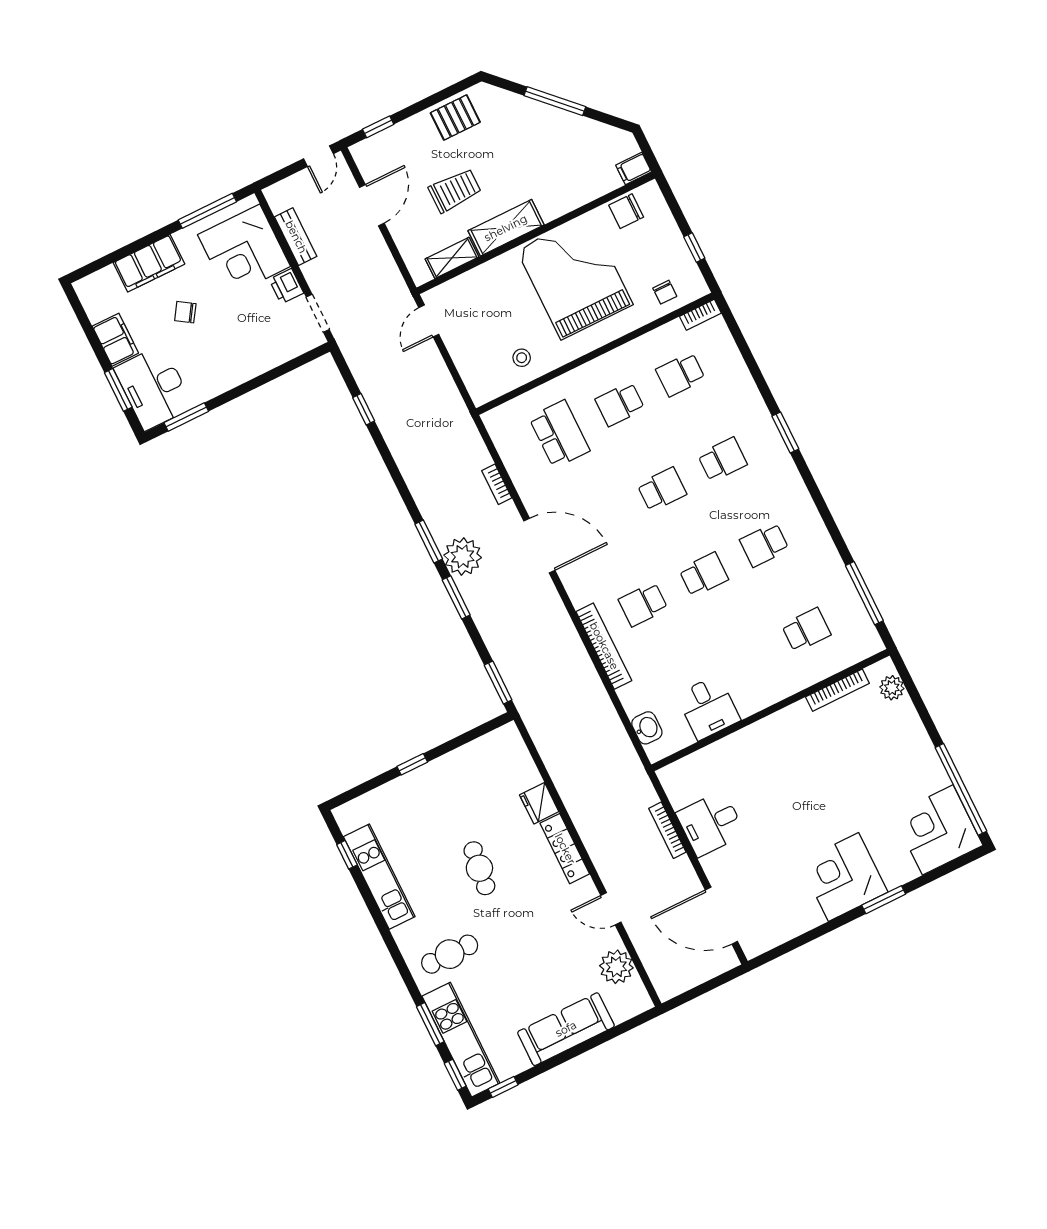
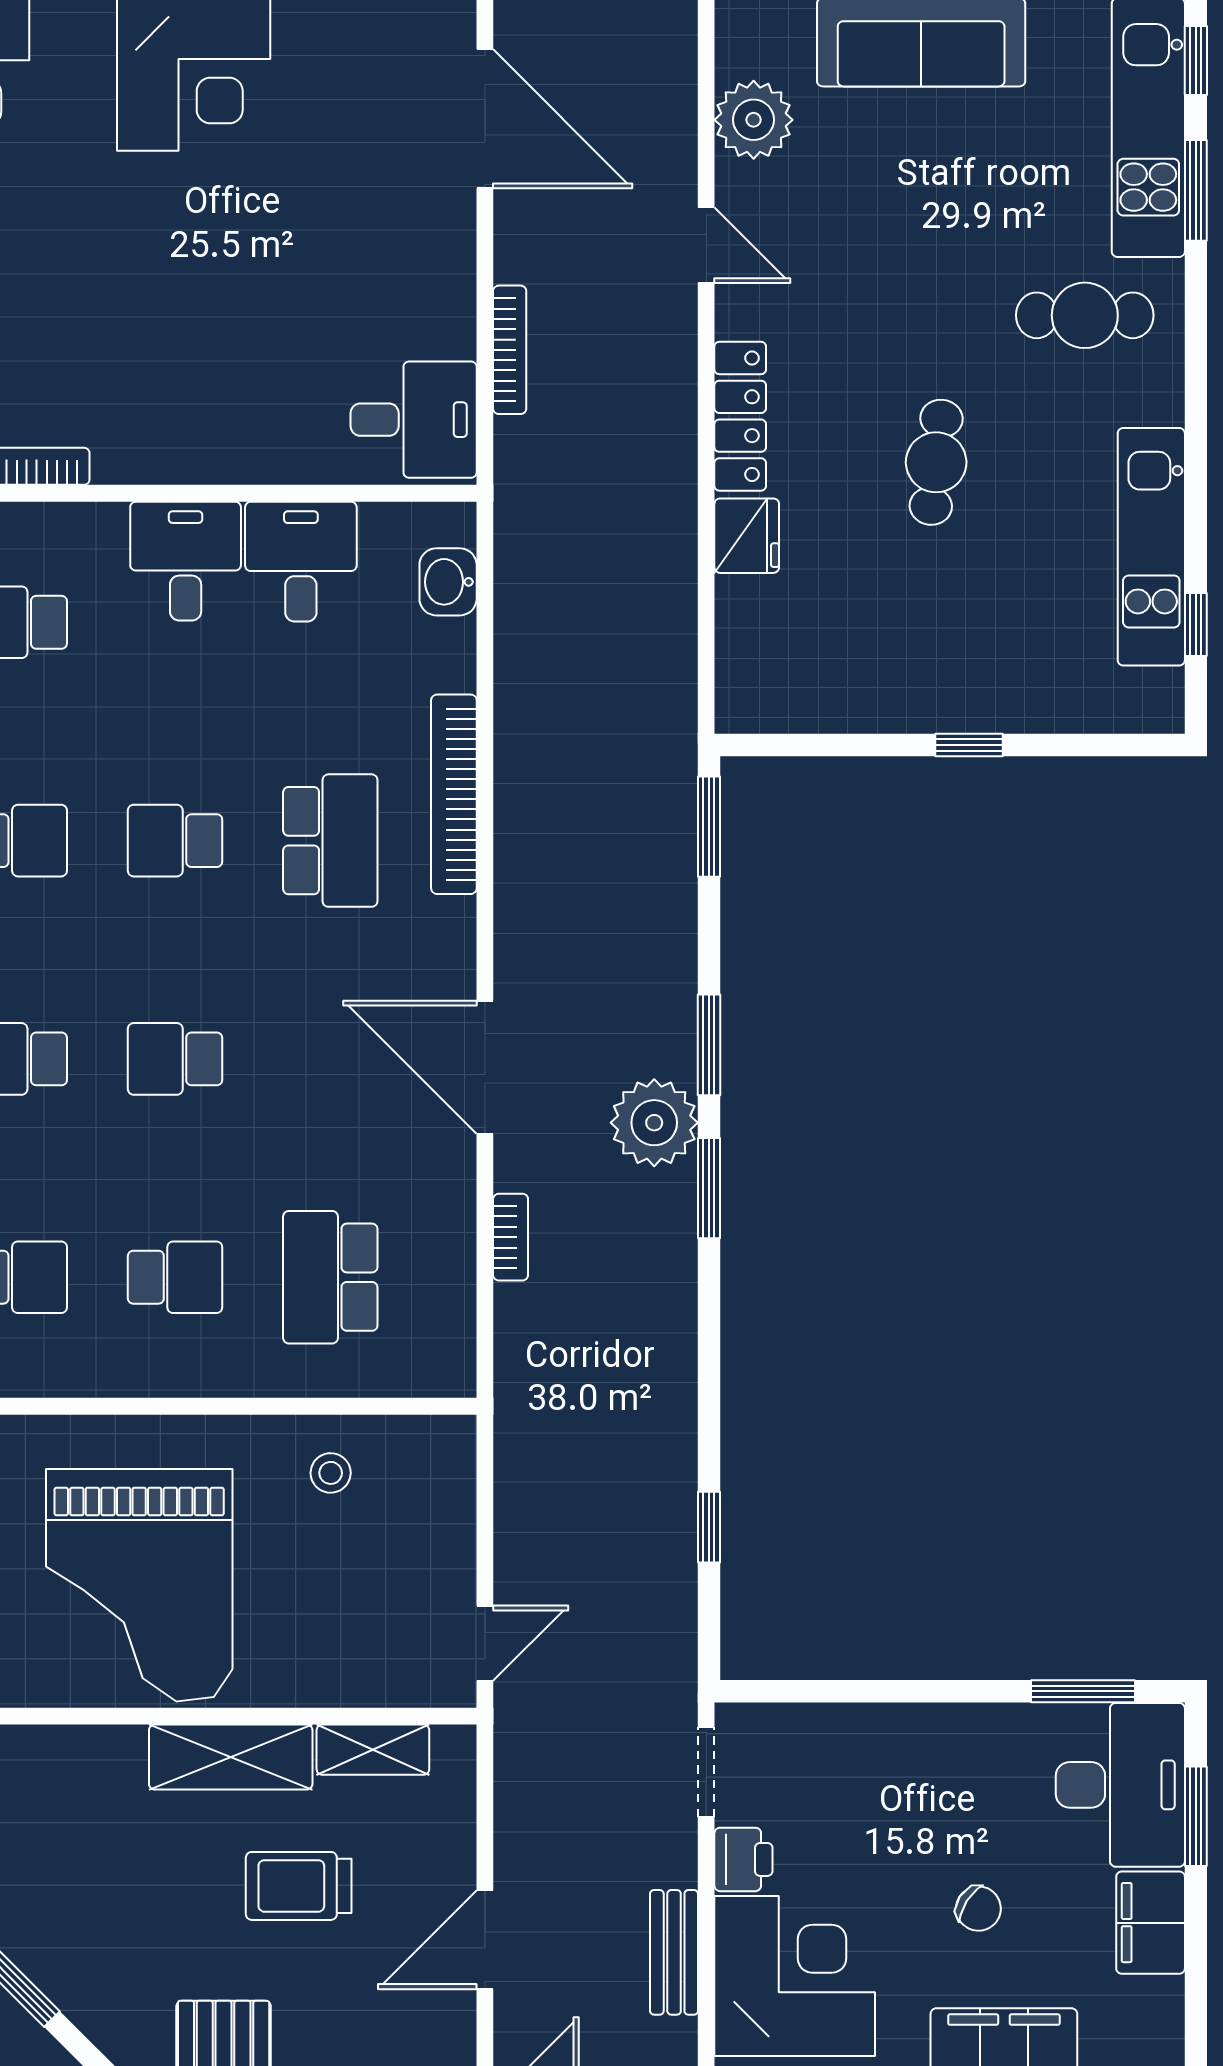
school desk: (643, 604) -> (330, 841), width x1.85
desk: (753, 686) -> (186, 561), added
desk: (711, 824) -> (414, 420), moved

